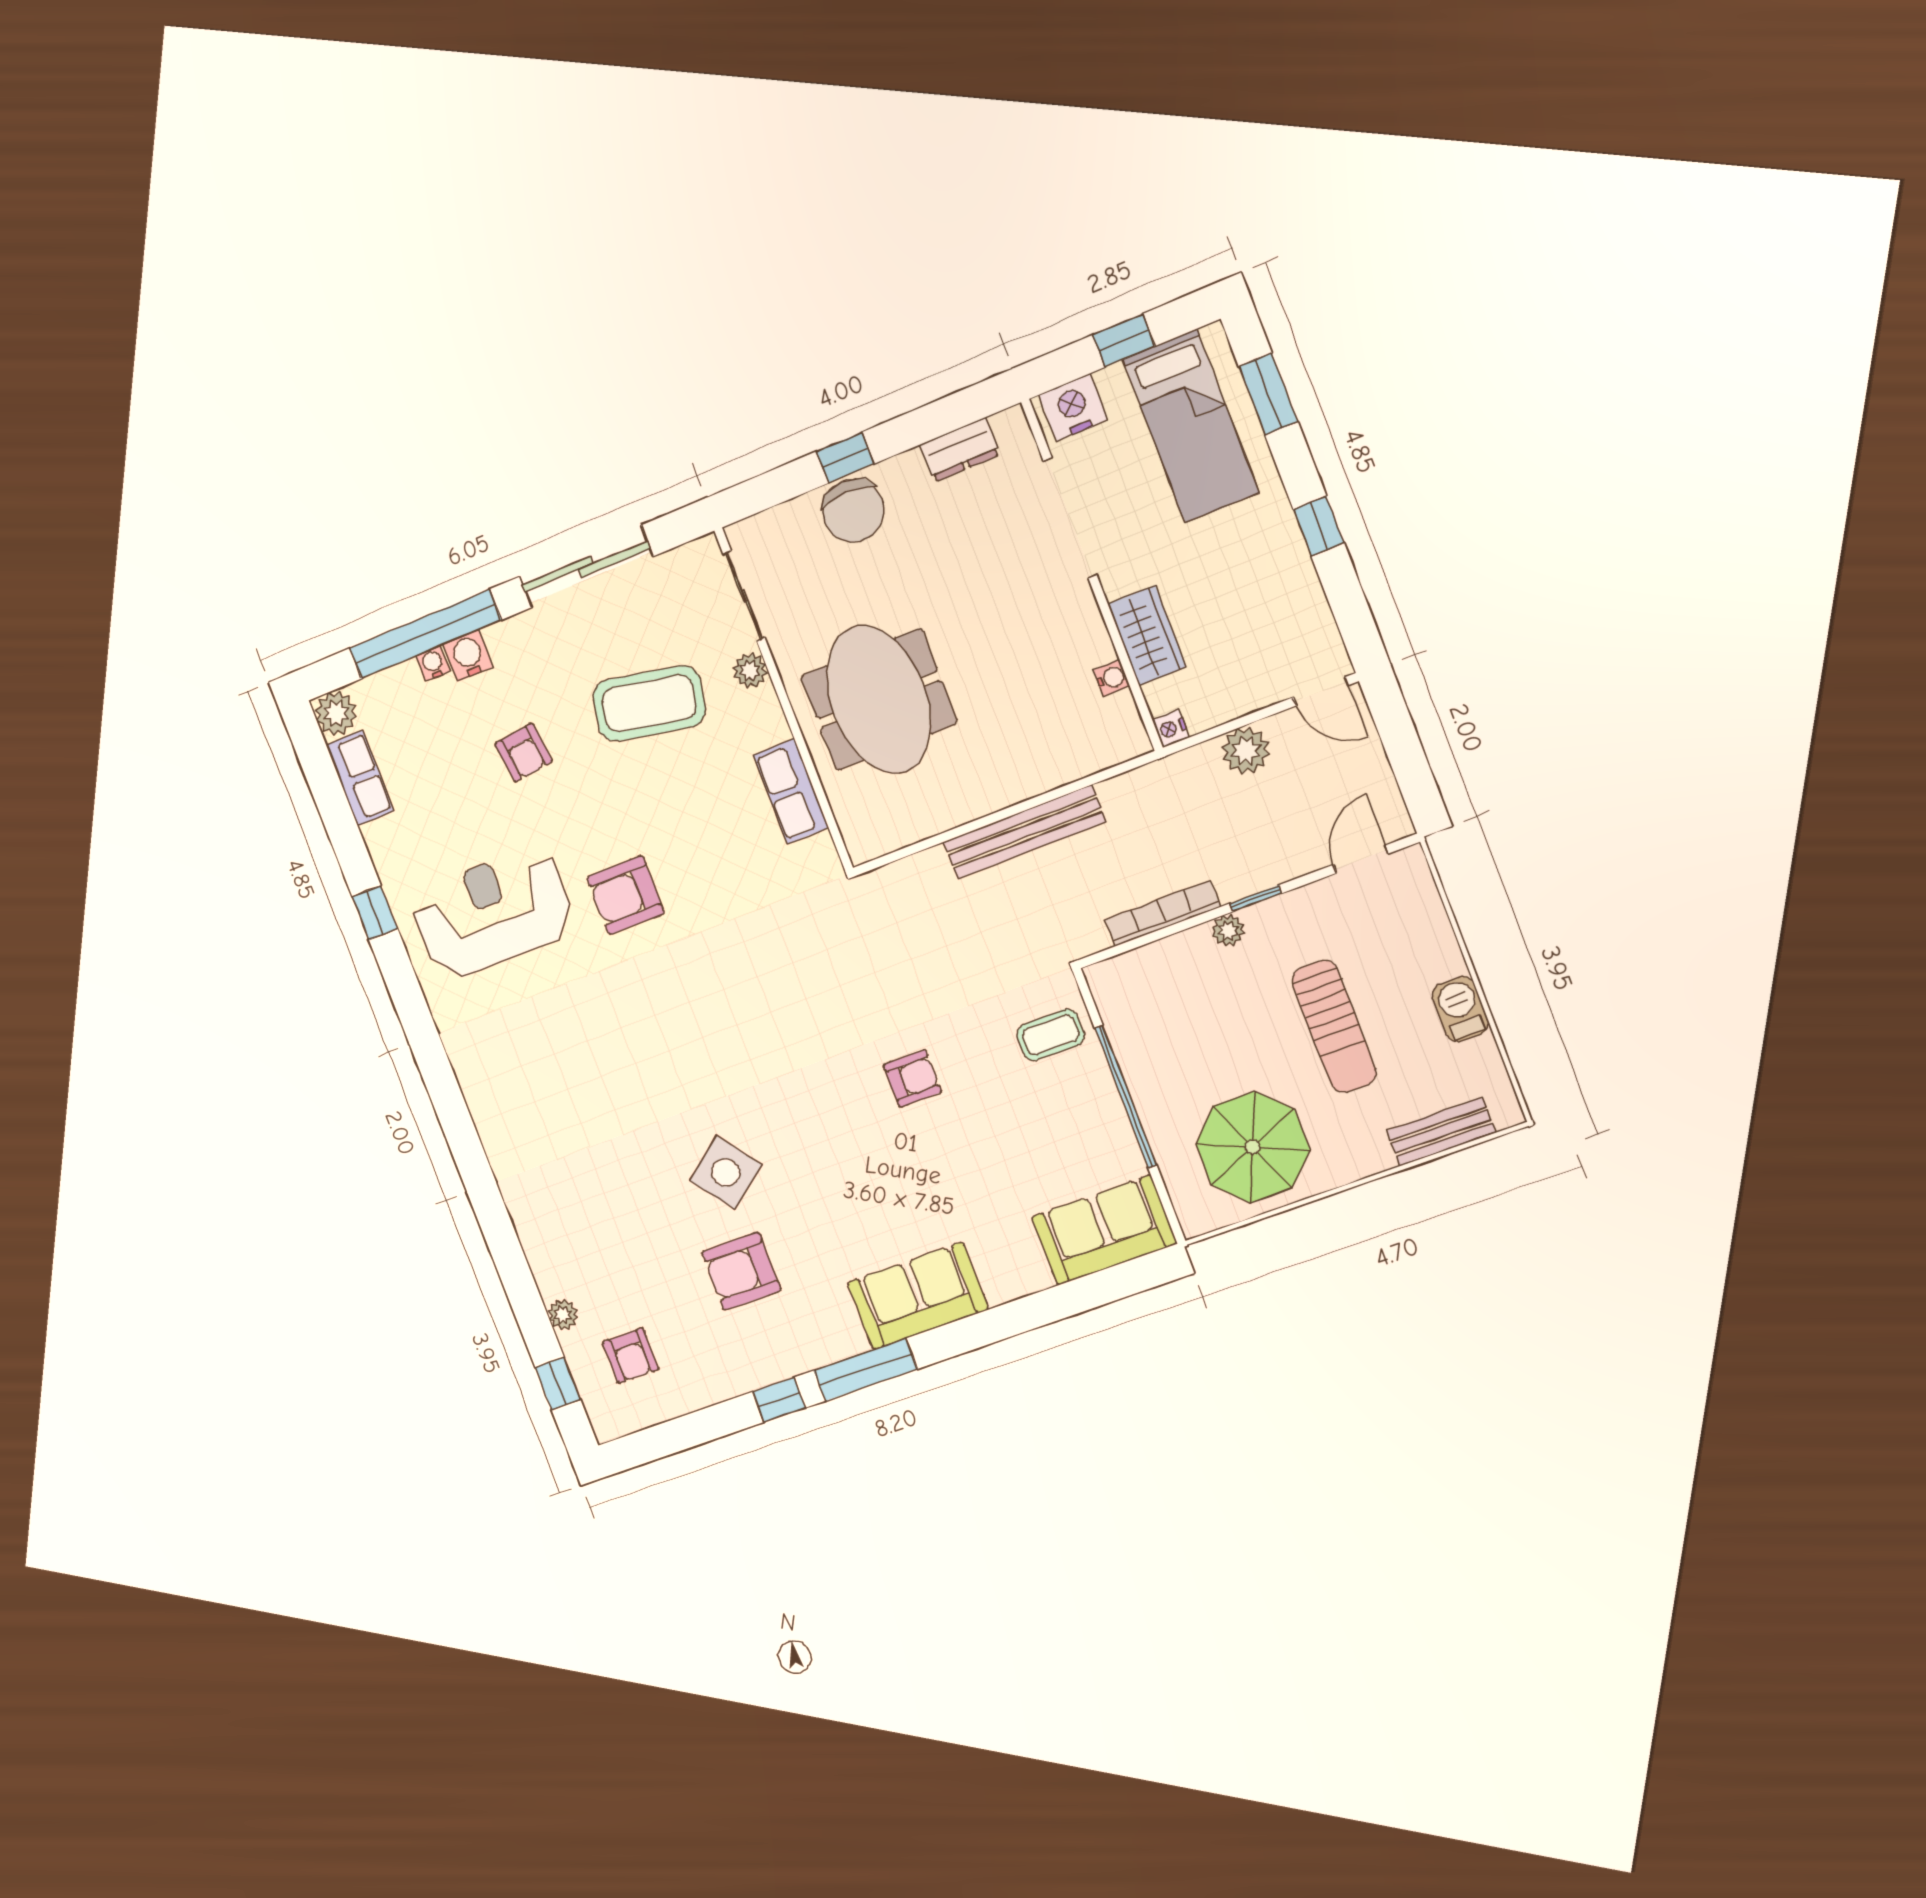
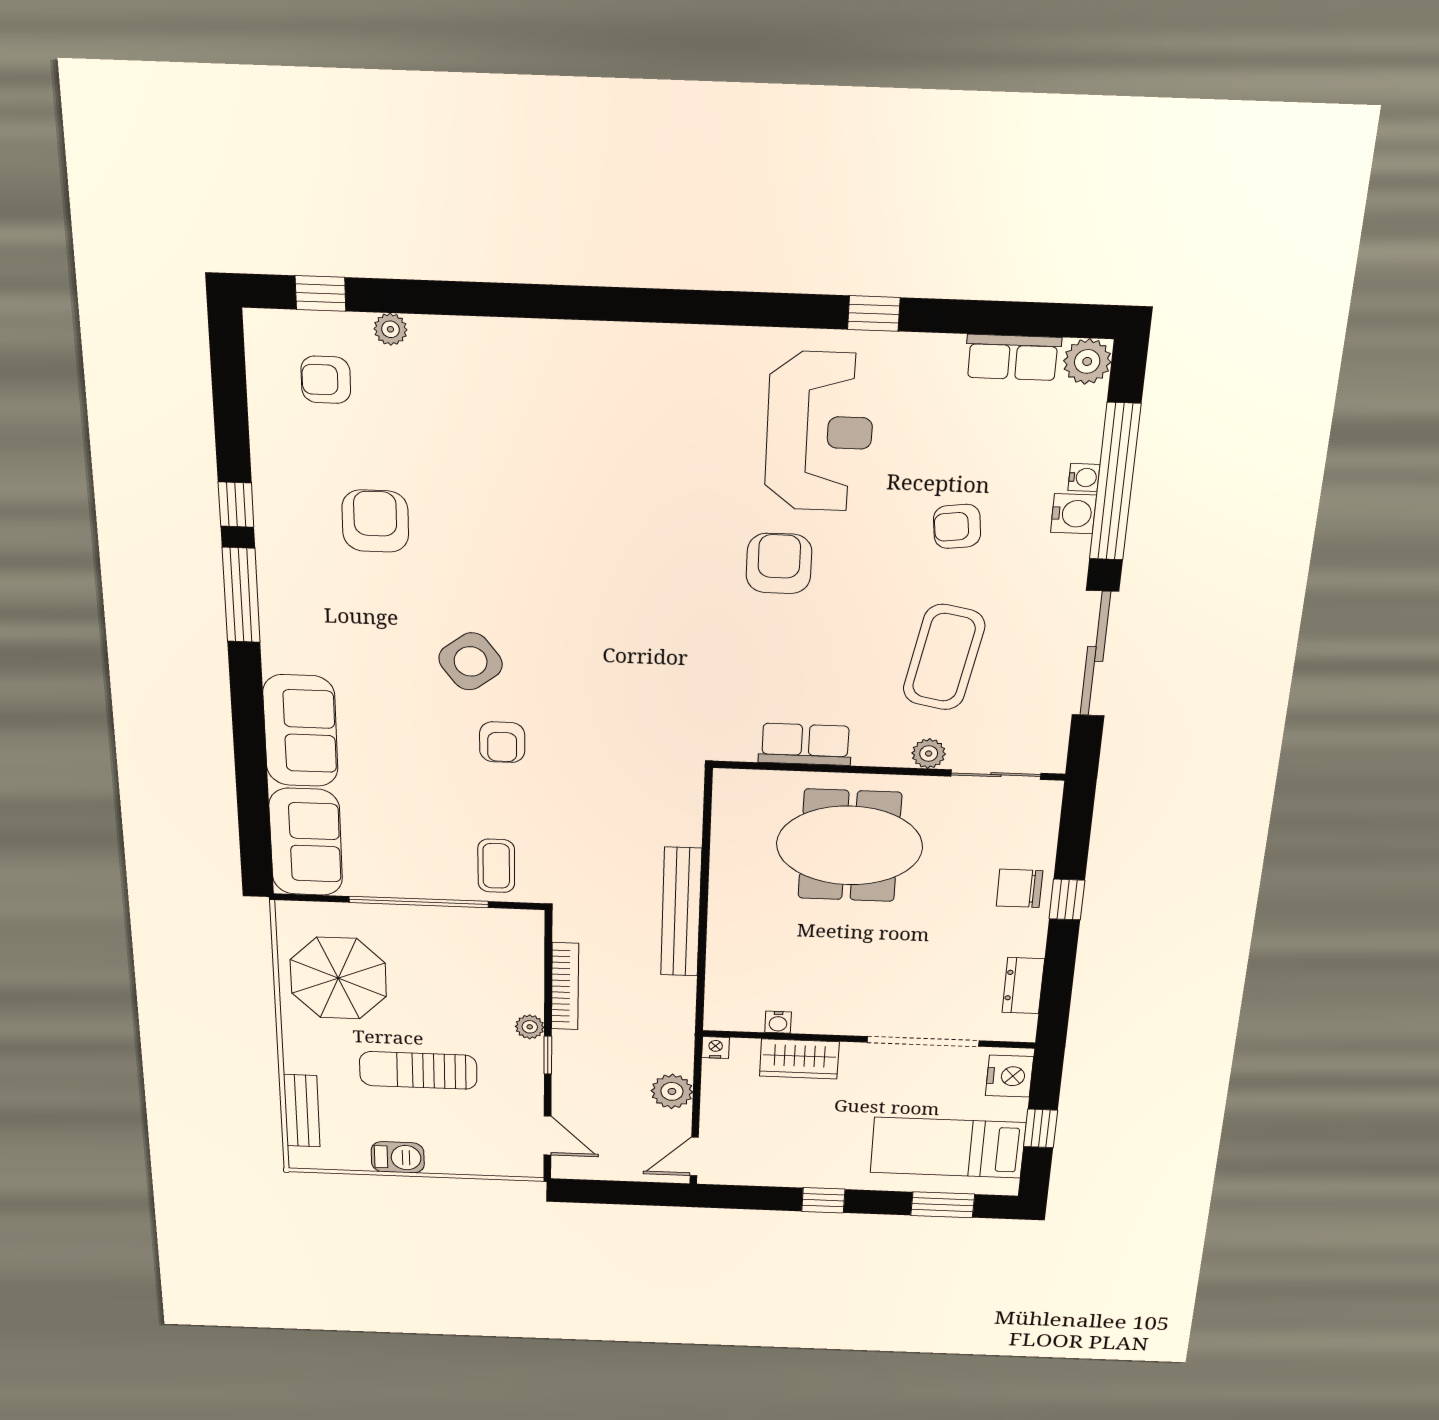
chair: (853, 511) -> (1019, 888), width x0.73, depth x0.73
side table: (726, 1173) -> (471, 661), moved
sofa: (918, 1296) -> (300, 731), moved

